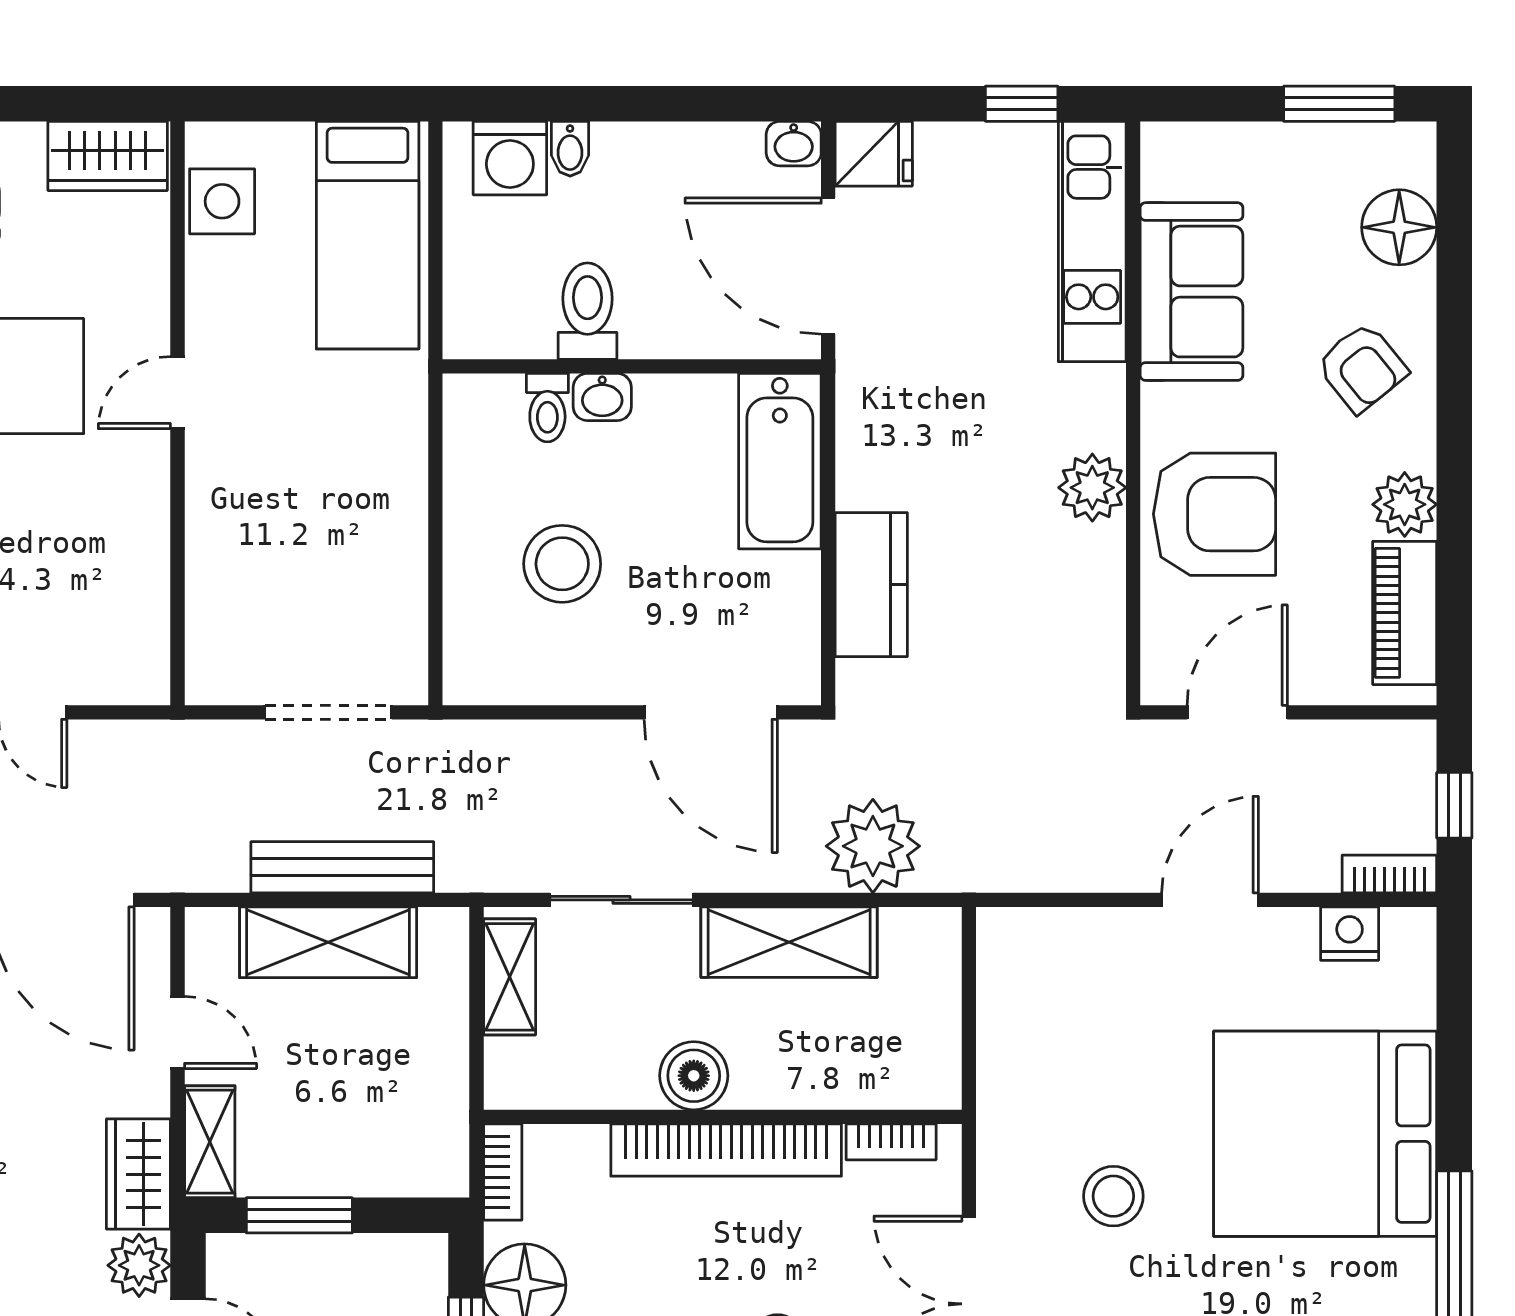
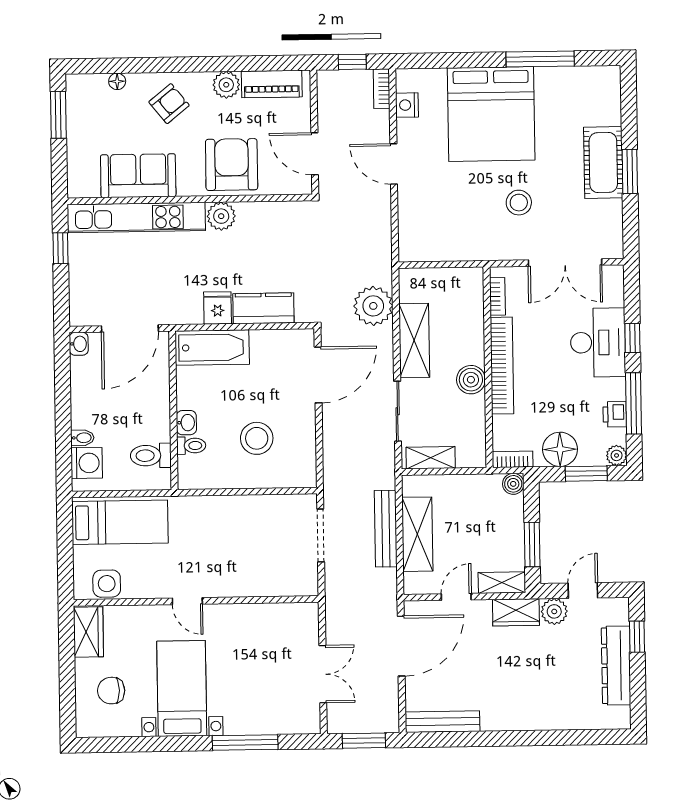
fridge: (874, 154) -> (218, 308), moved
floor lamp: (1399, 227) -> (117, 81), width x0.53, depth x0.53
kitchen unit: (1092, 242) -> (136, 217), width x1.36
toilet: (587, 311) -> (151, 456), moved
boiler: (444, 1172) -> (513, 484), added

